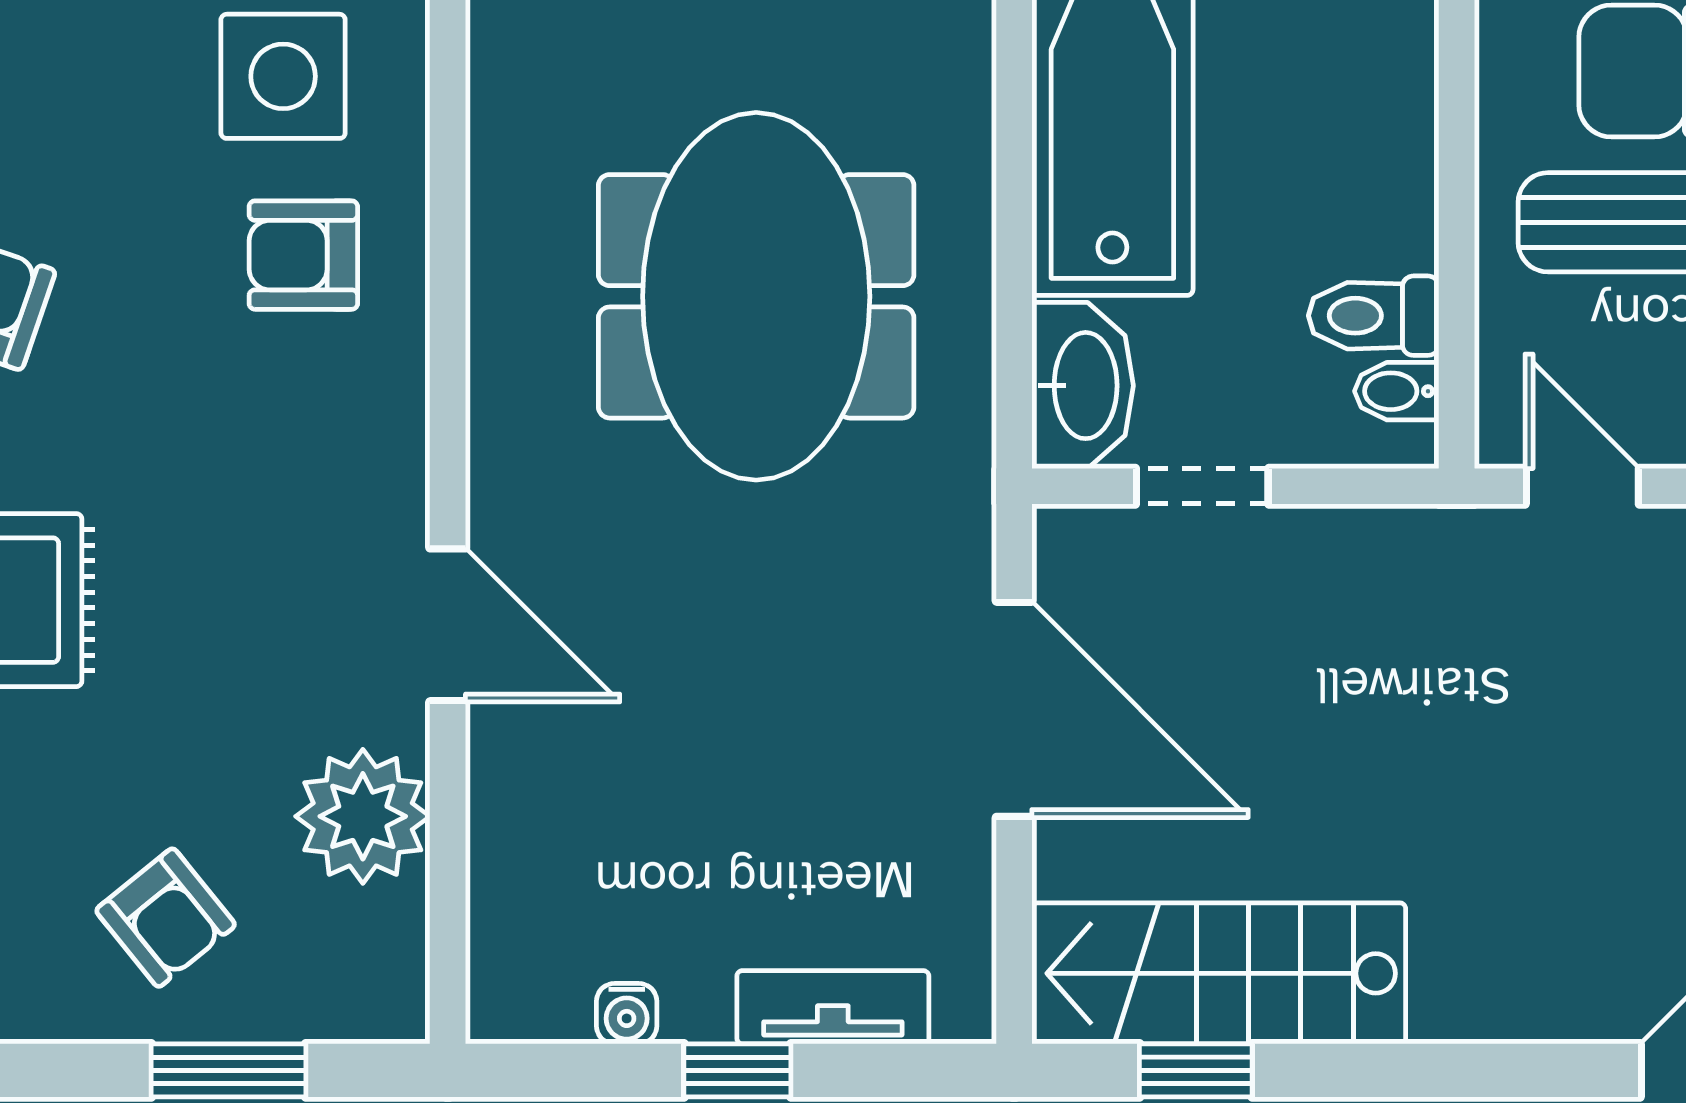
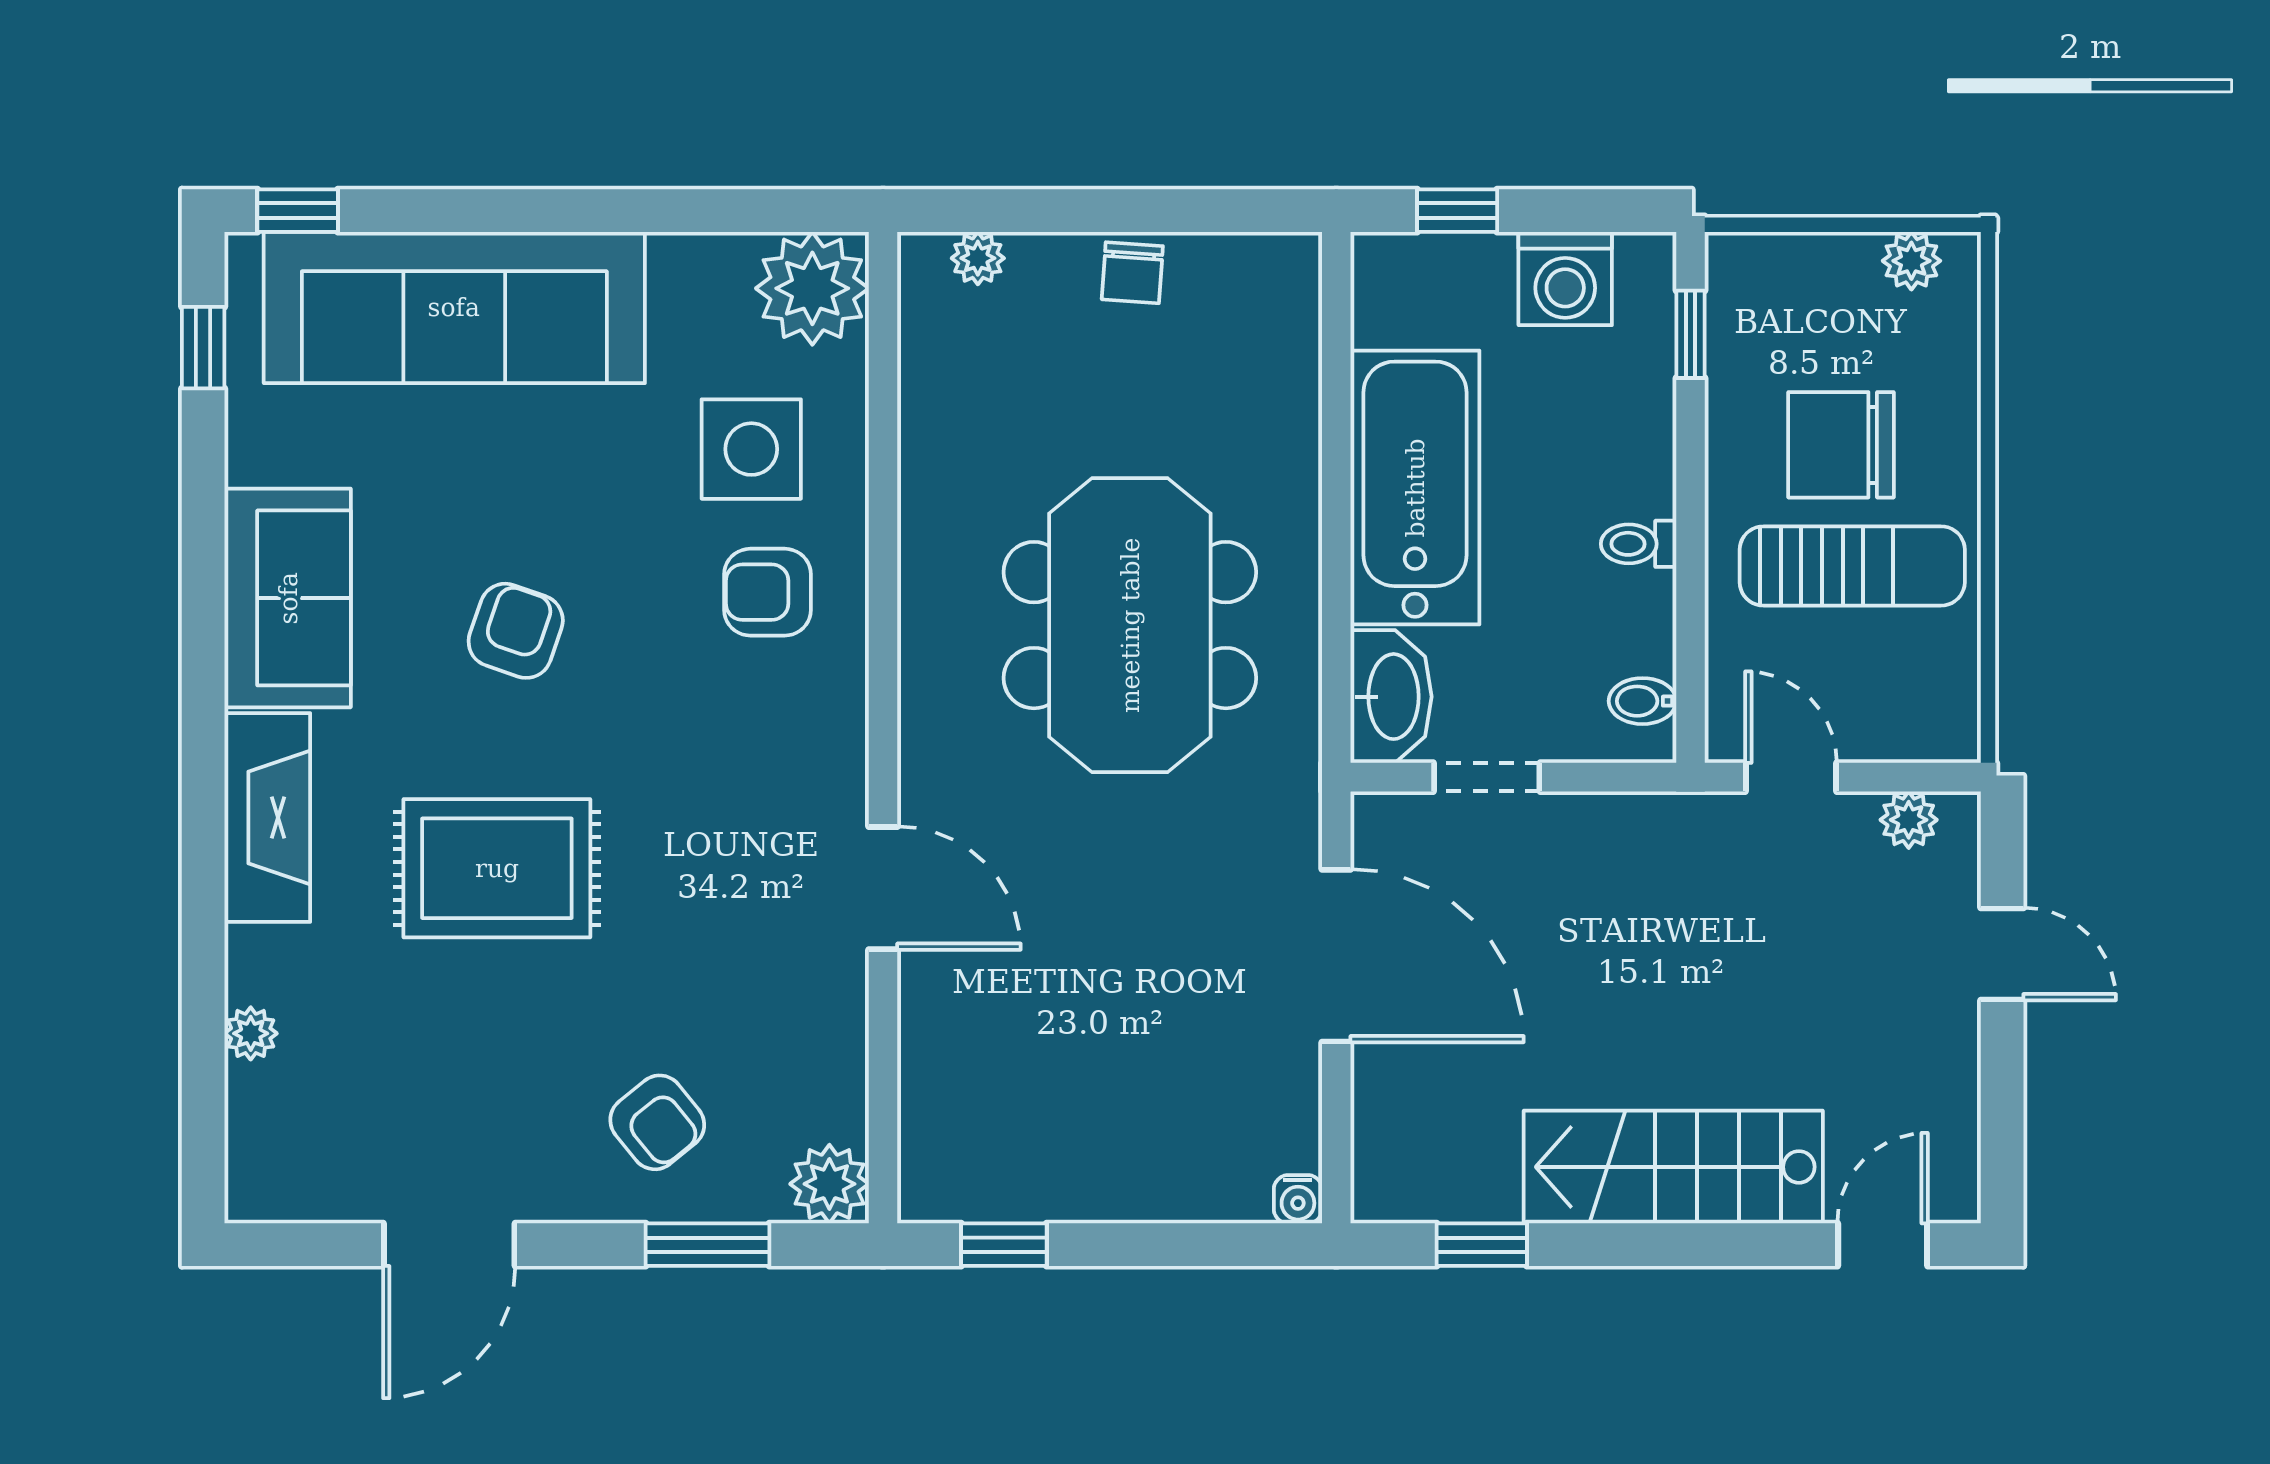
toilet: (1374, 316) -> (1639, 544), moved, width x0.73, depth x0.72
plant: (363, 816) -> (829, 1184), moved, width x0.73, depth x0.73
stairs: (1219, 973) -> (1673, 1167), moved
tv unit: (833, 1007) -> (1191, 1194), removed
water cooler: (627, 1014) -> (1298, 1199), moved
window: (737, 1070) -> (1004, 1245), moved

